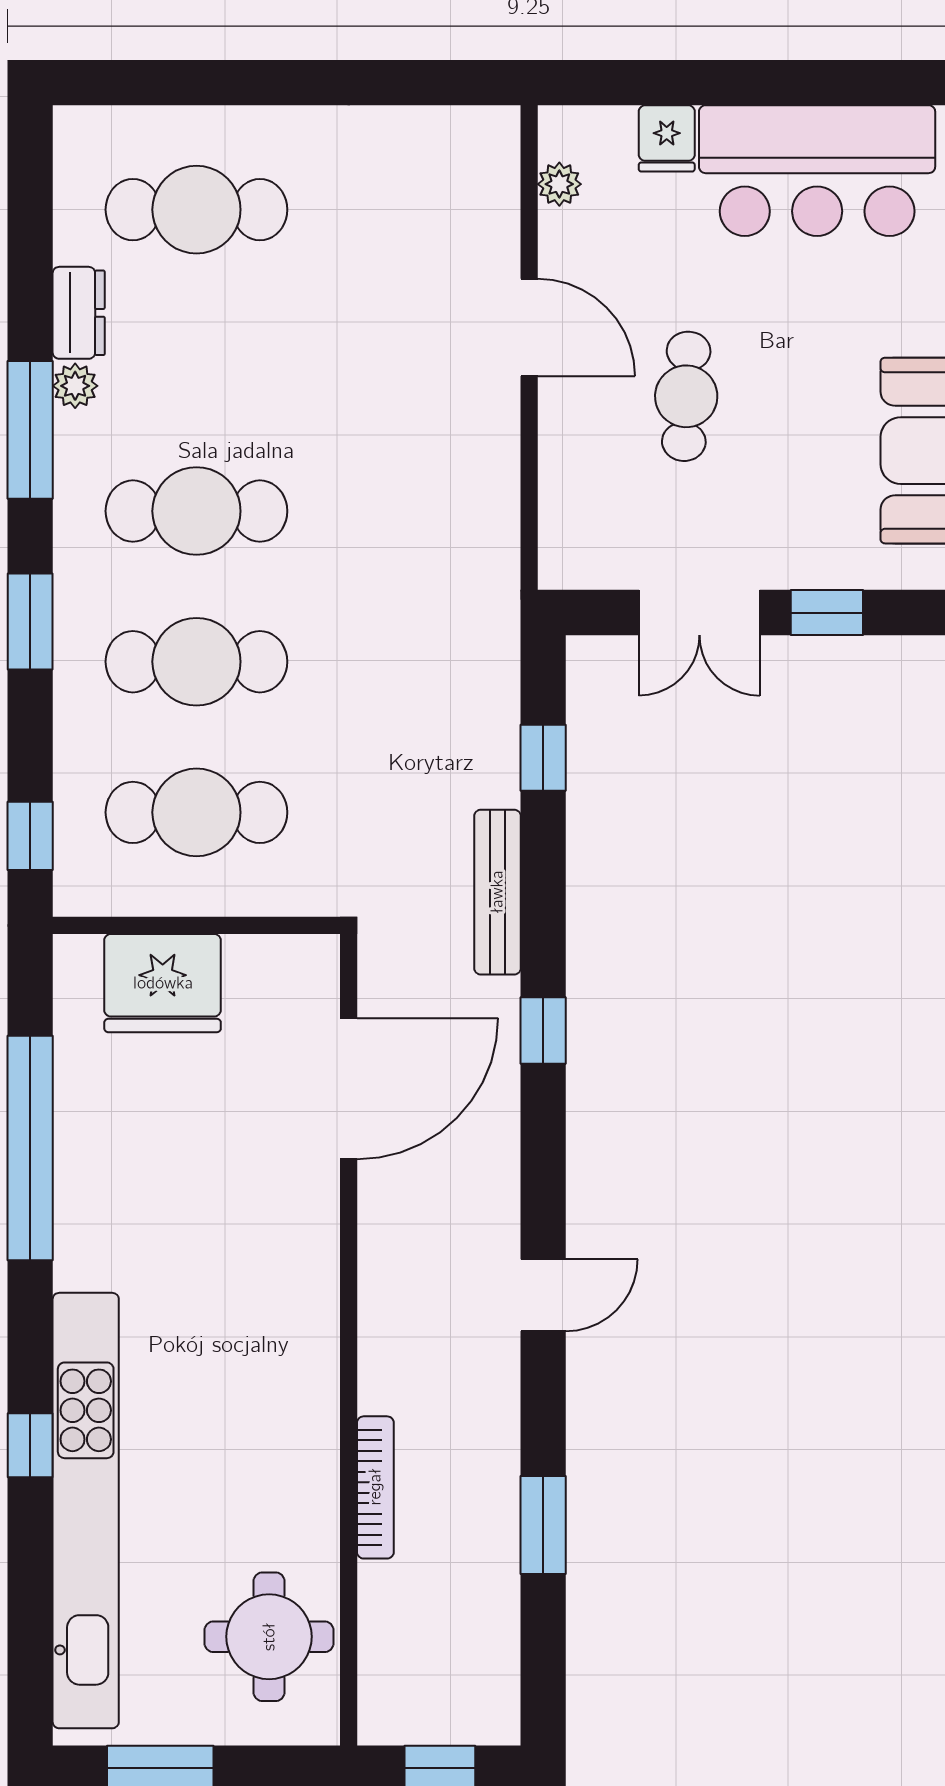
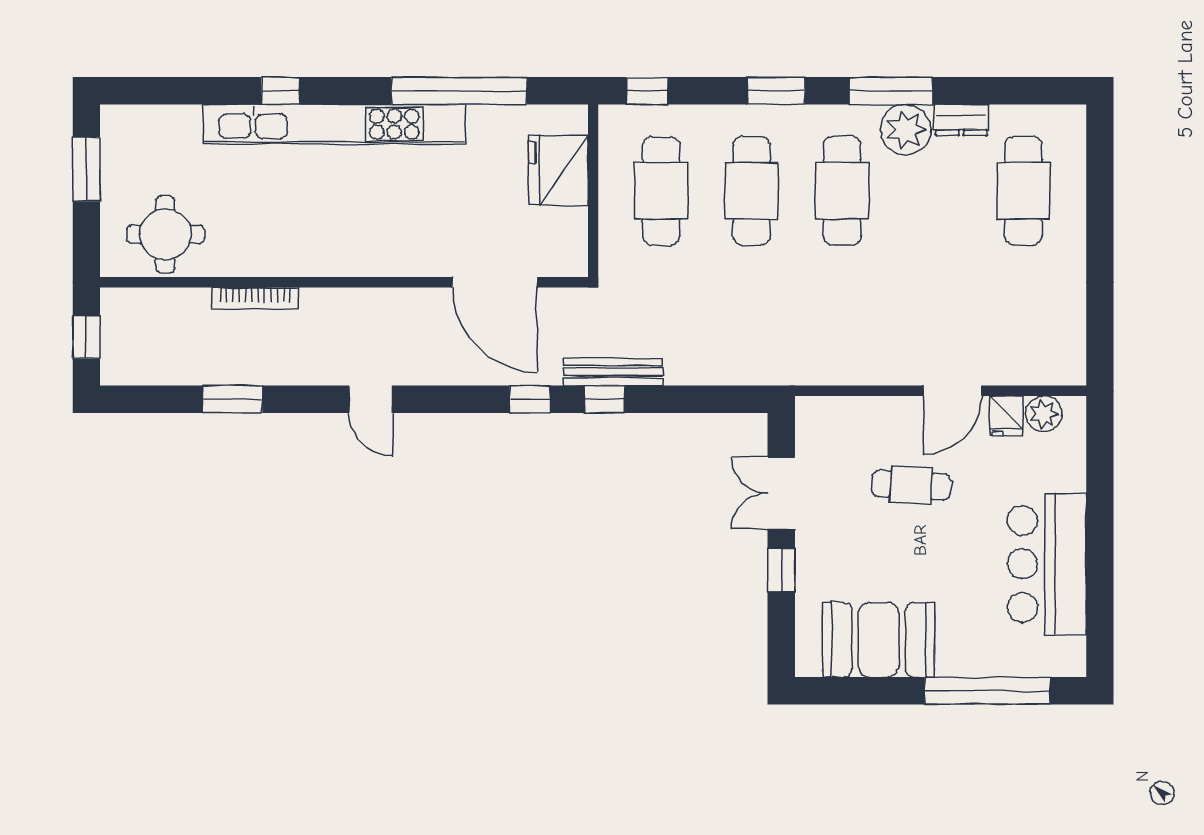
fridge: (667, 138) -> (1006, 416), moved, turned -90
plant: (559, 184) -> (1044, 414), width x1.38, depth x1.38
plant: (75, 386) -> (906, 130), width x1.87, depth x1.87
window: (543, 758) -> (605, 399), moved
kitchen unit: (86, 1511) -> (334, 124), moved

